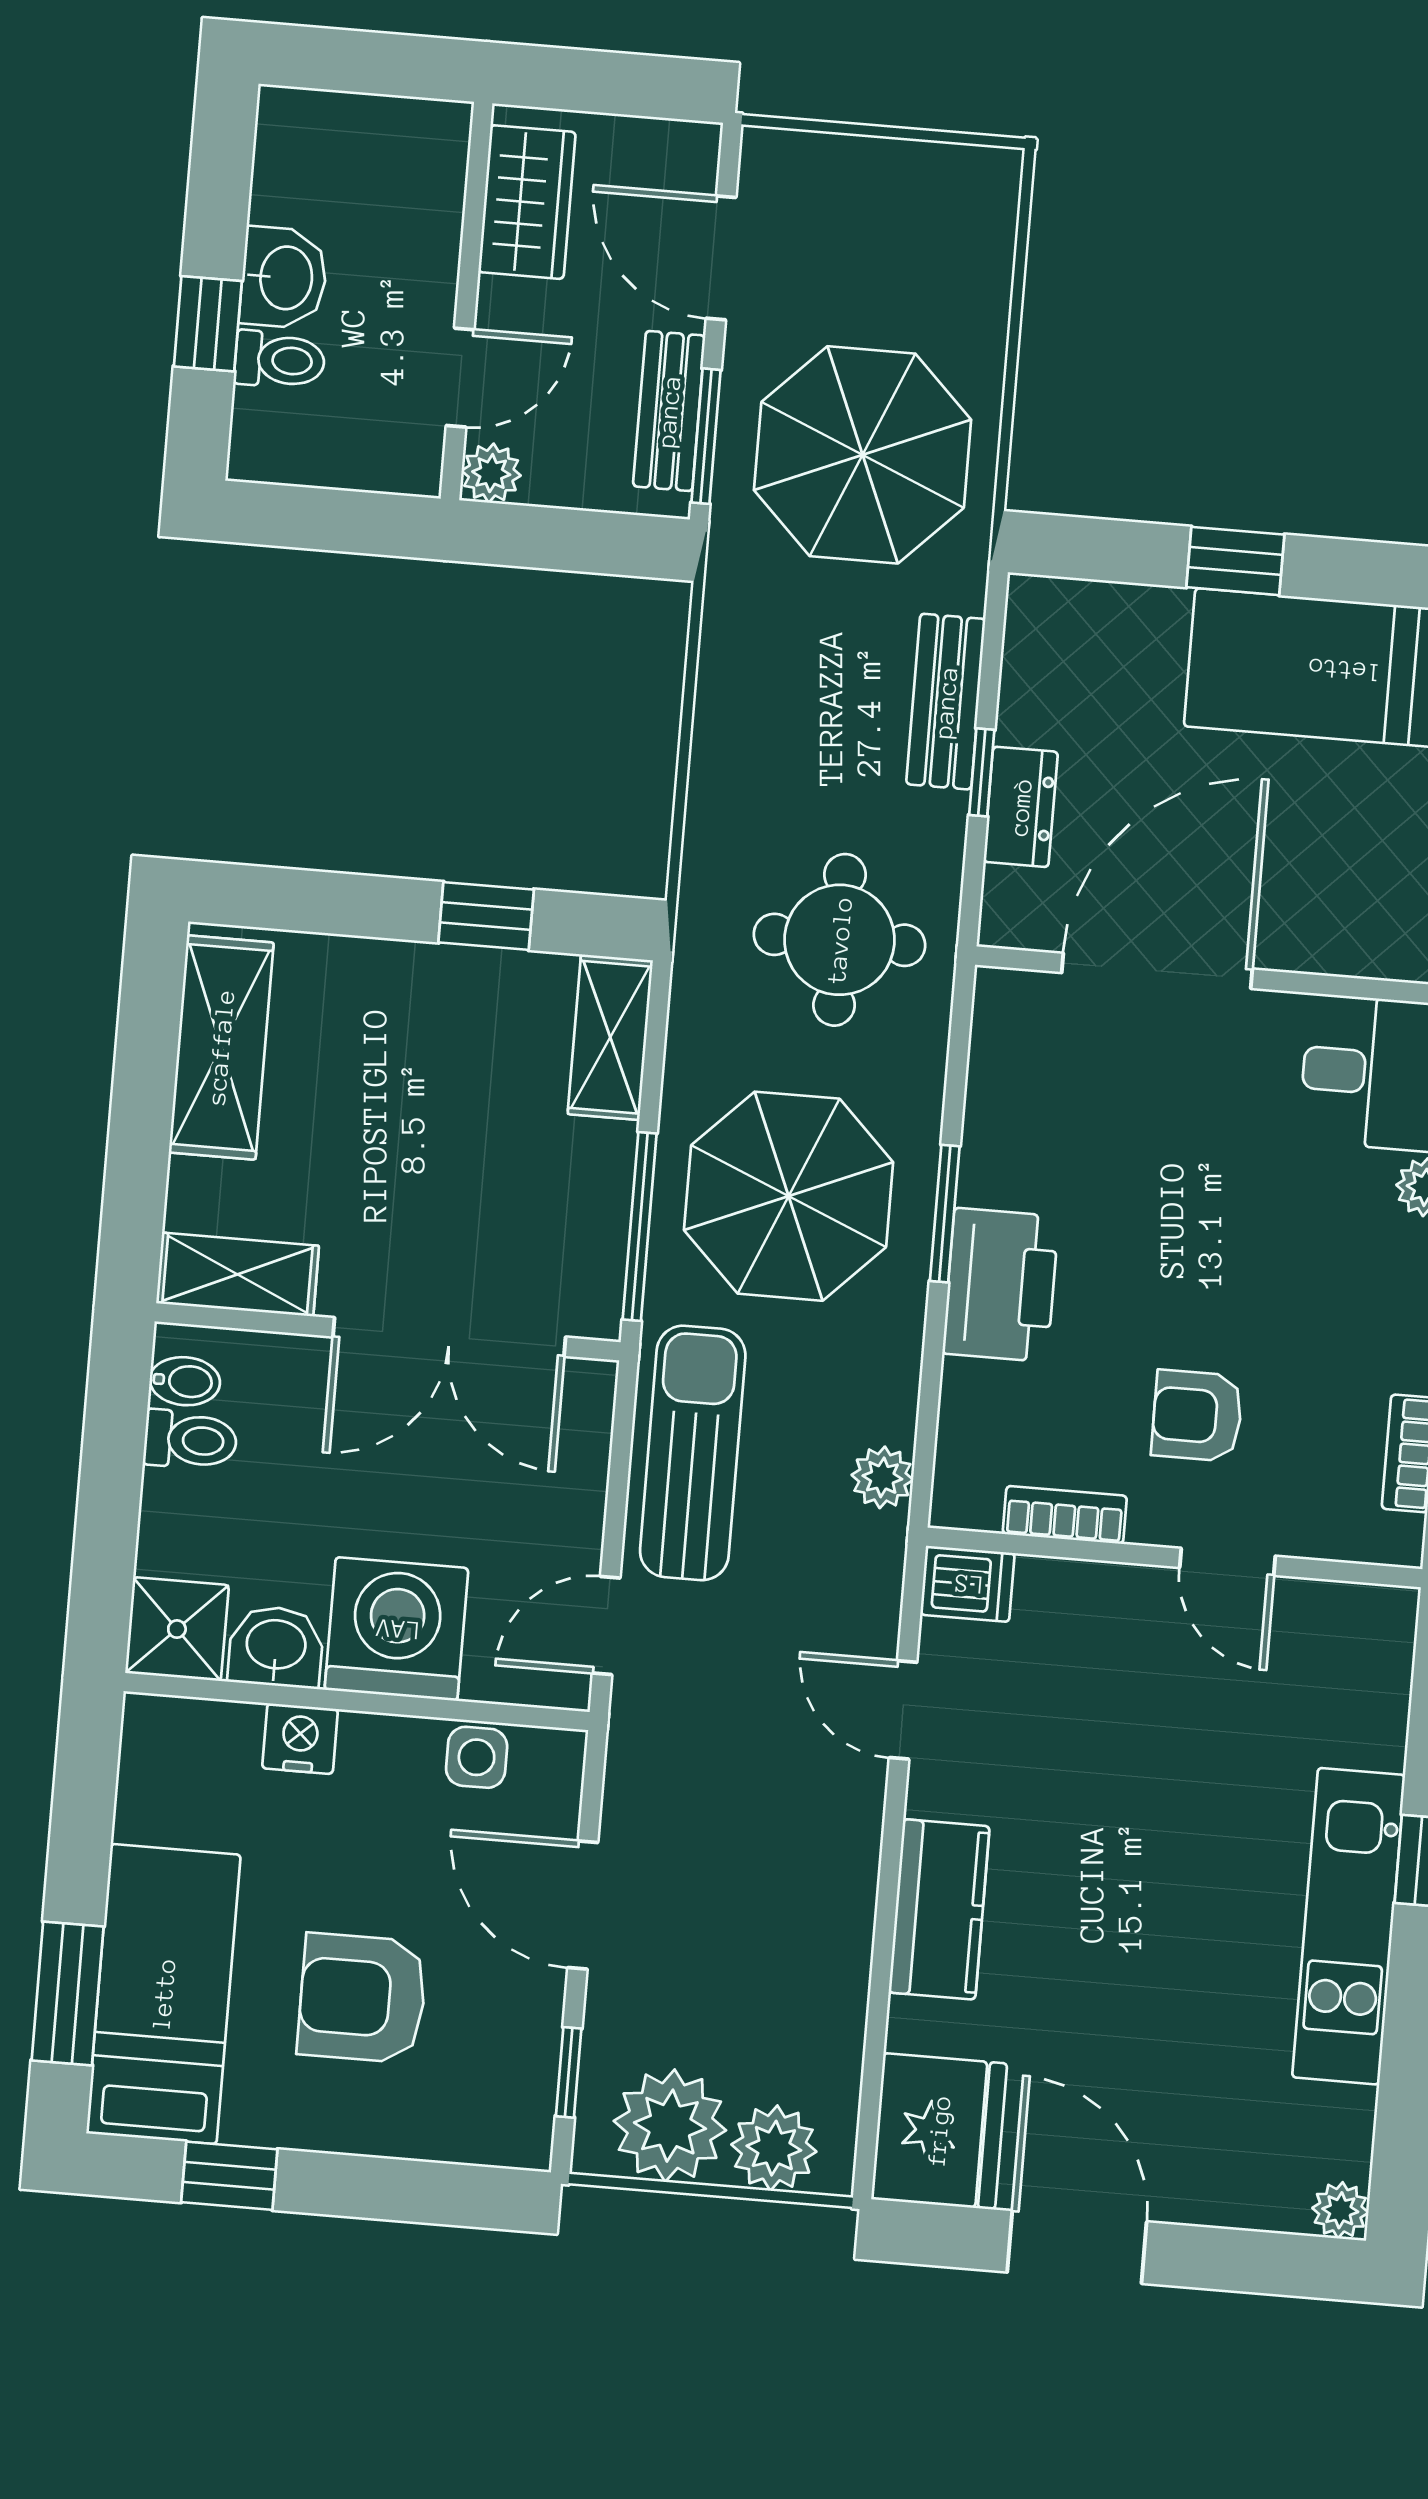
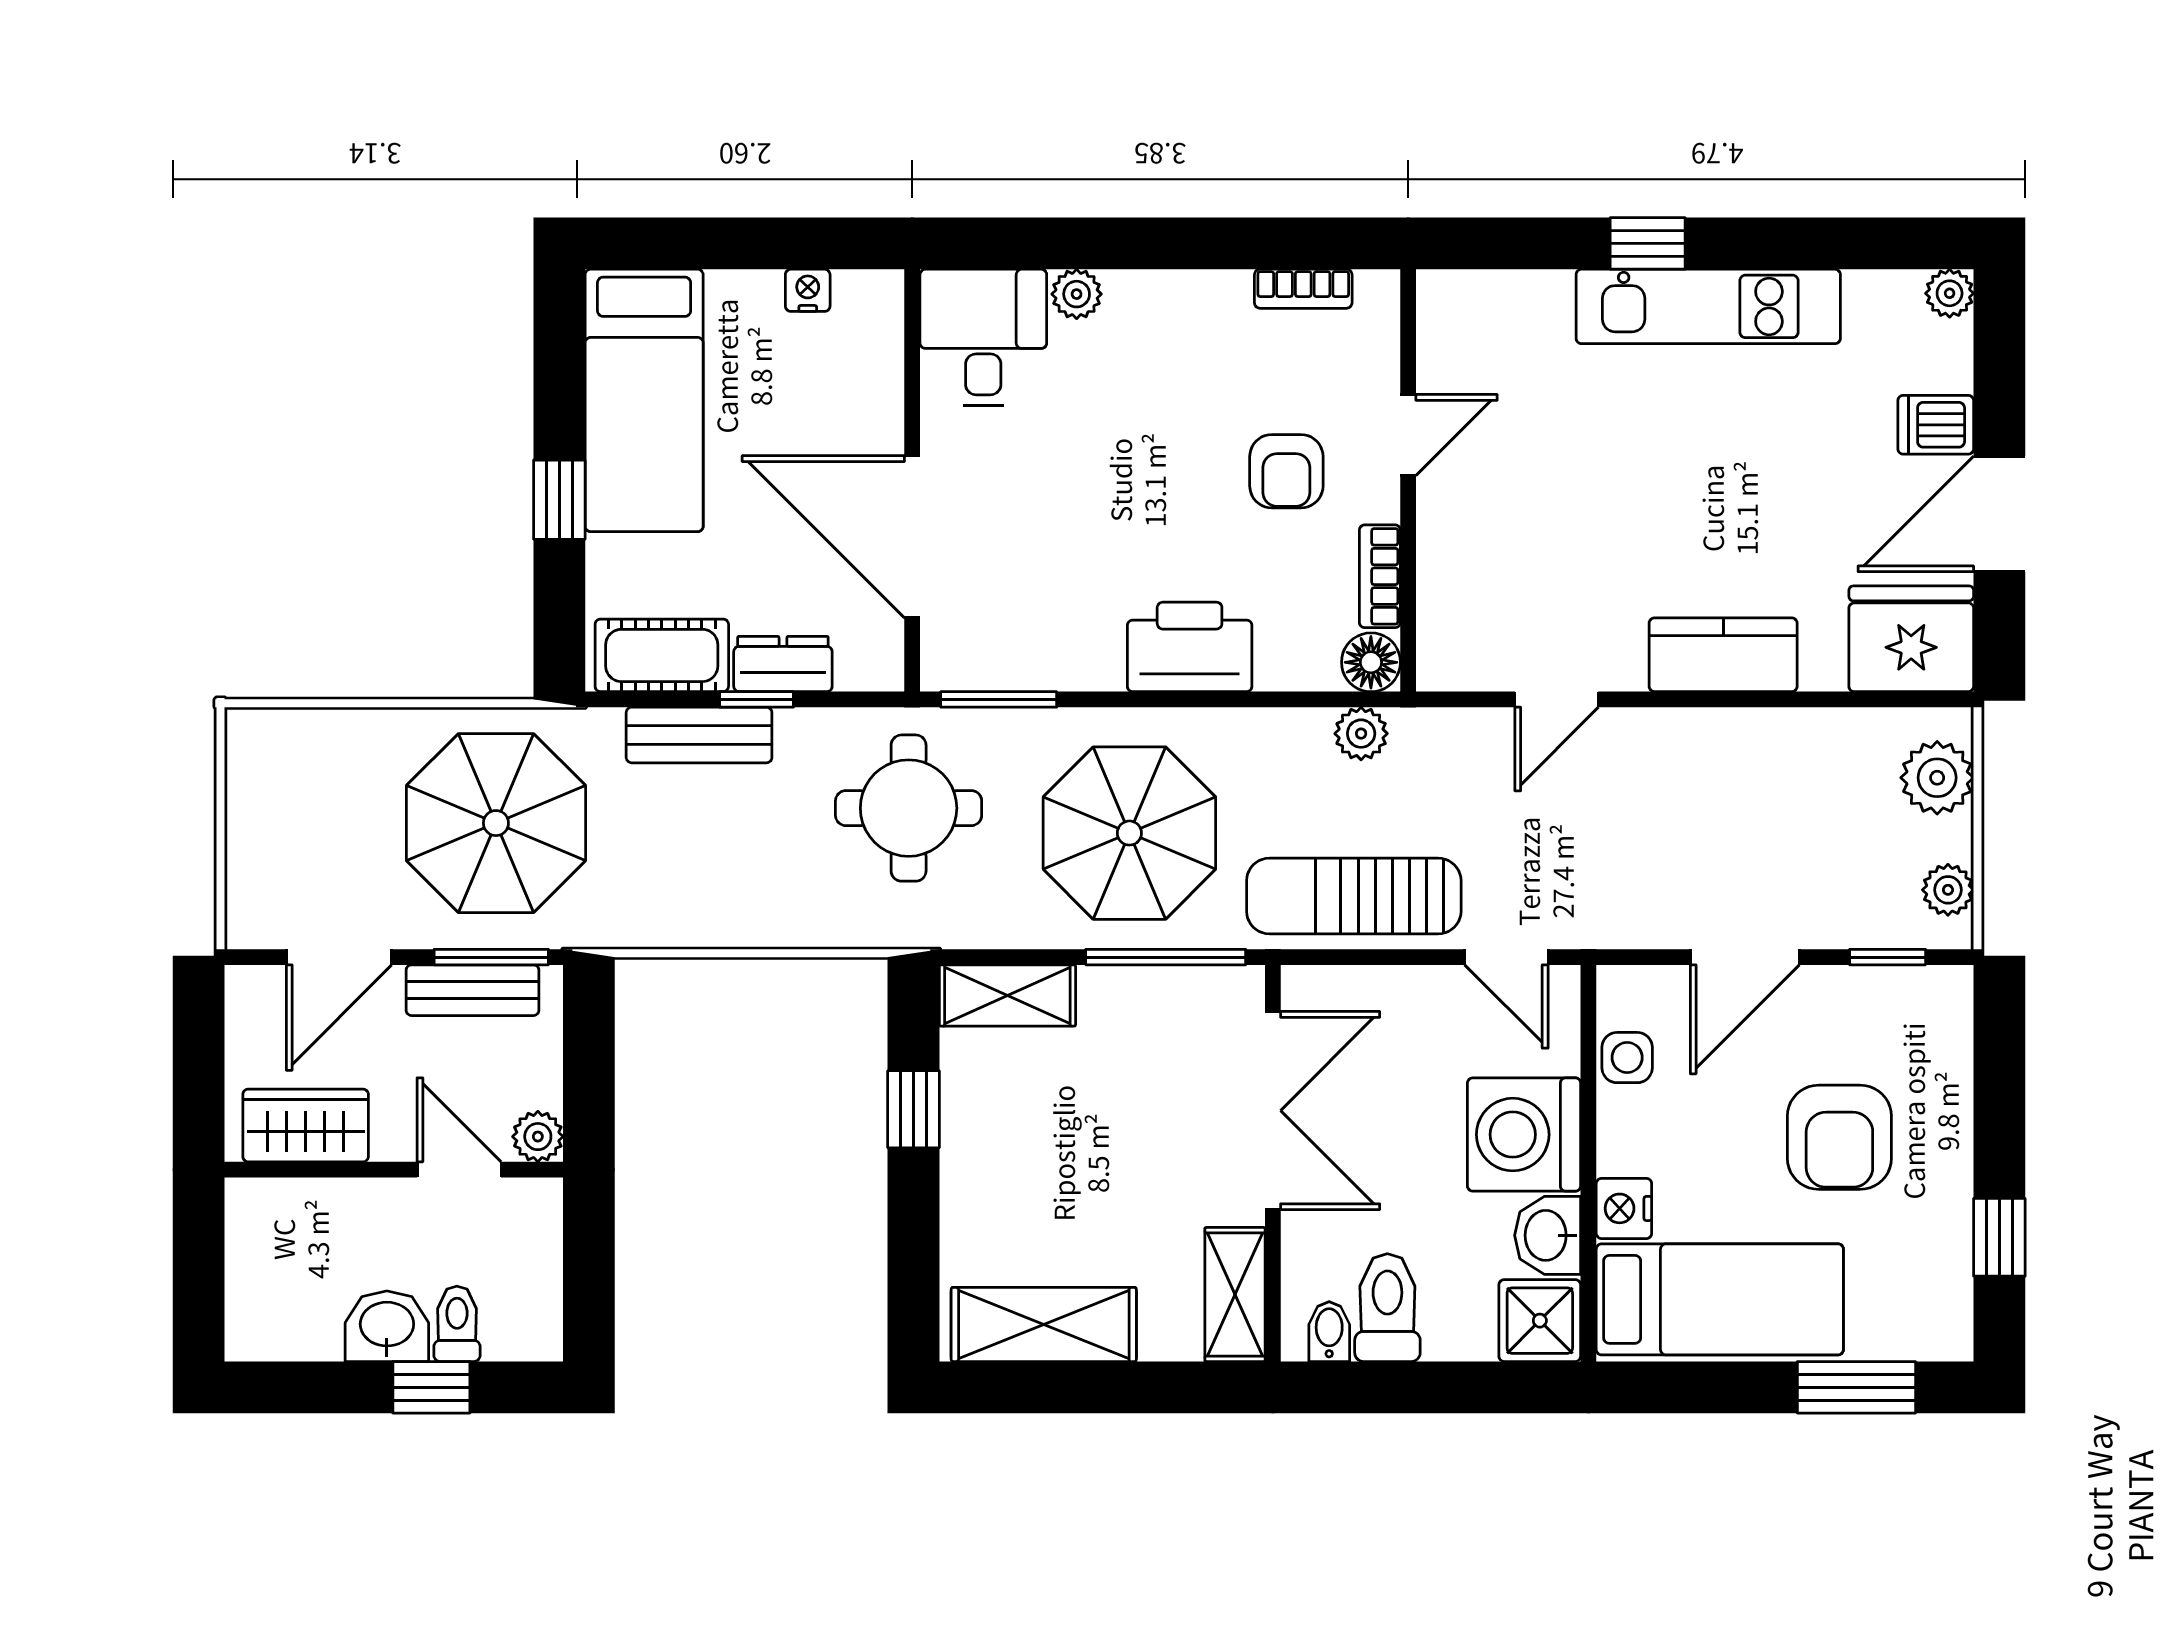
cot: (1043, 666) -> (662, 655), added
window: (945, 1214) -> (999, 699), moved
toilet: (190, 1440) -> (1387, 1308), width x1.37, depth x1.39
floor lamp: (965, 1496) -> (1371, 662), added
dishwasher: (967, 1584) -> (1936, 425), moved, turned -90
bed: (164, 1994) -> (1720, 1299), moved, turned 180
plant: (670, 2126) -> (1948, 890), width x0.53, depth x0.53

